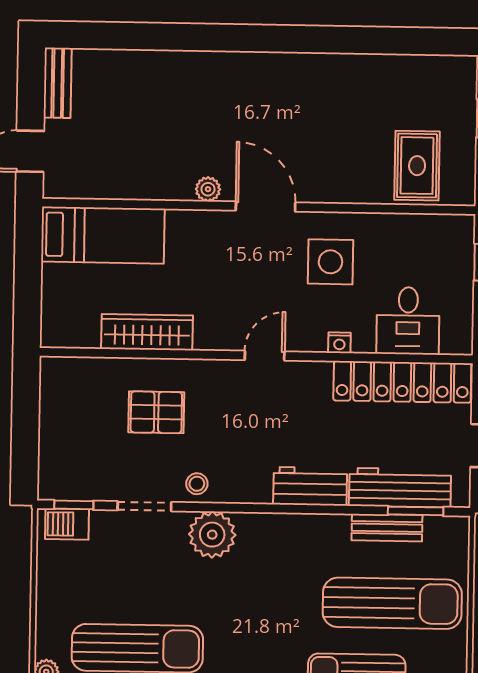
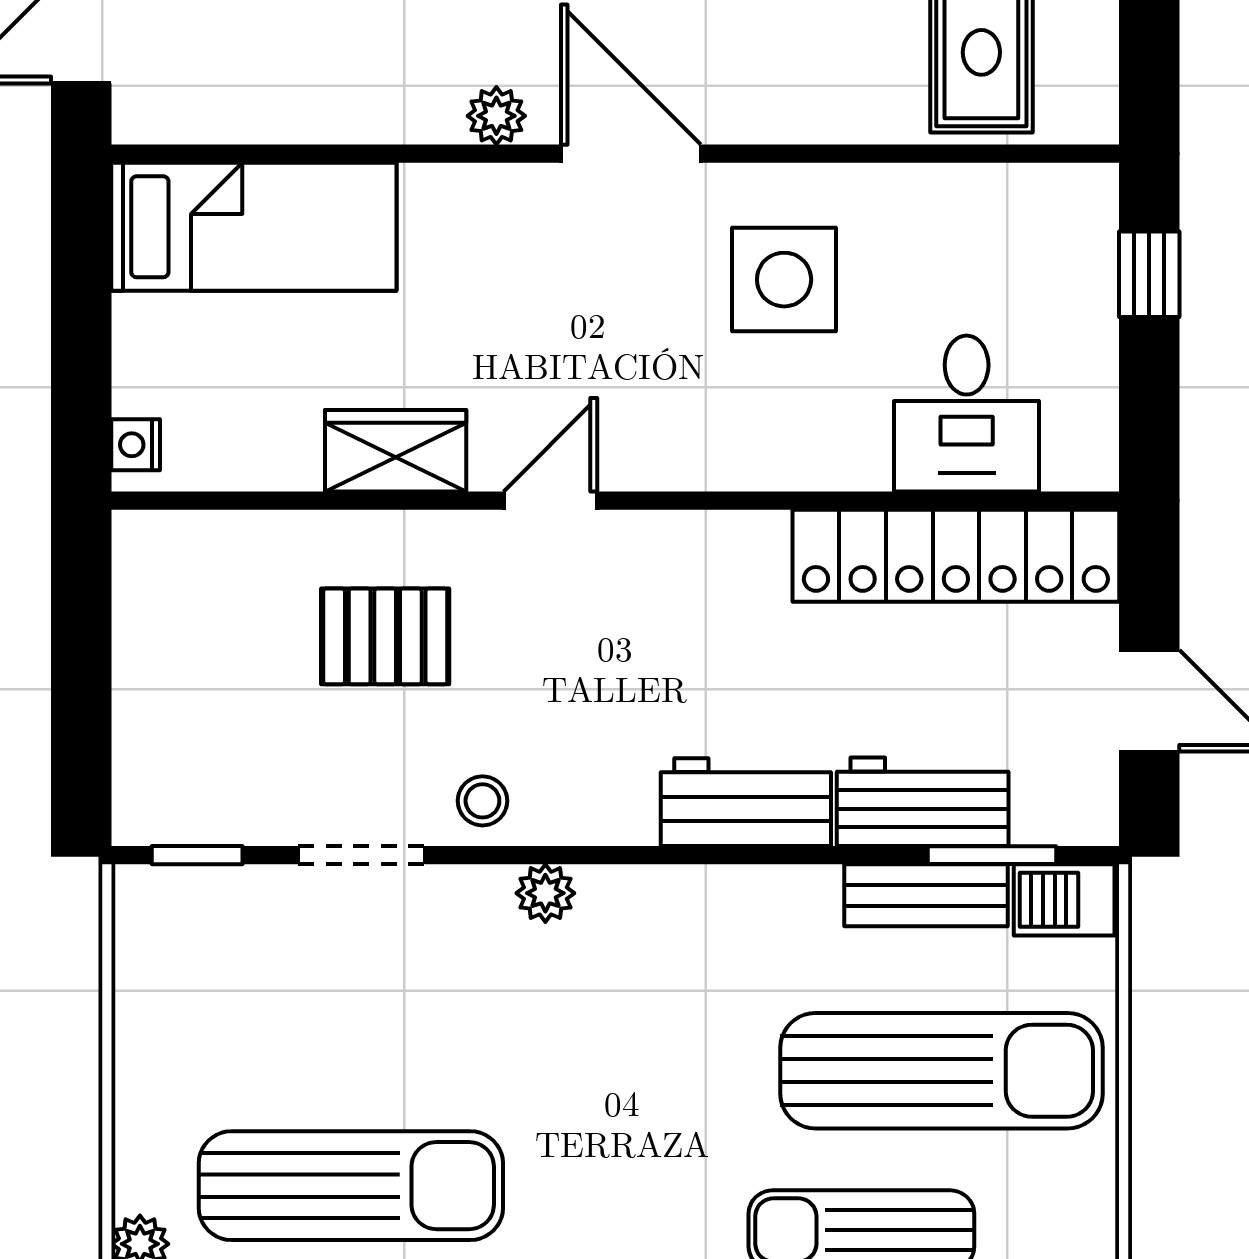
wardrobe: (147, 332) -> (396, 451), width x0.67
nightstand: (339, 343) -> (136, 445), moved, turned 90
door: (265, 356) -> (550, 501), moved
workbench: (400, 488) -> (923, 802), width x0.73
barbecue: (67, 524) -> (1064, 900), moved
plant: (212, 535) -> (545, 893), width x0.53, depth x0.53

